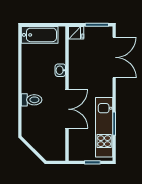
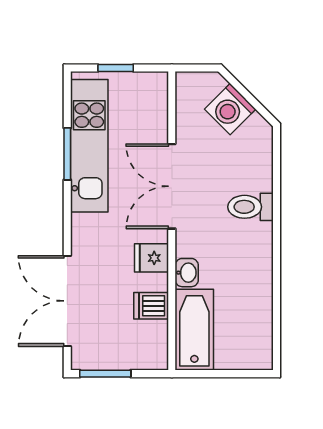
fridge: (76, 33) -> (152, 258), moved
bathtub: (40, 35) -> (194, 330), moved, turned 90
dishwasher: (76, 55) -> (151, 306), added
washing machine: (41, 144) -> (230, 109), added

